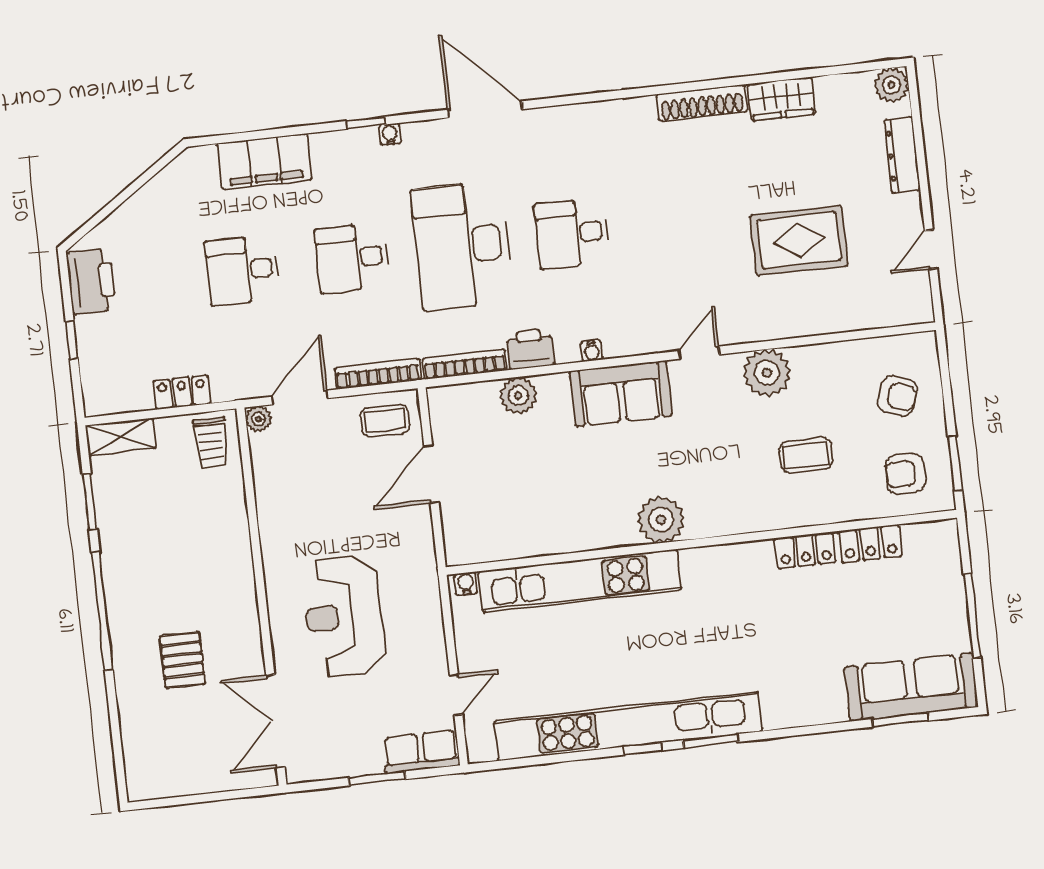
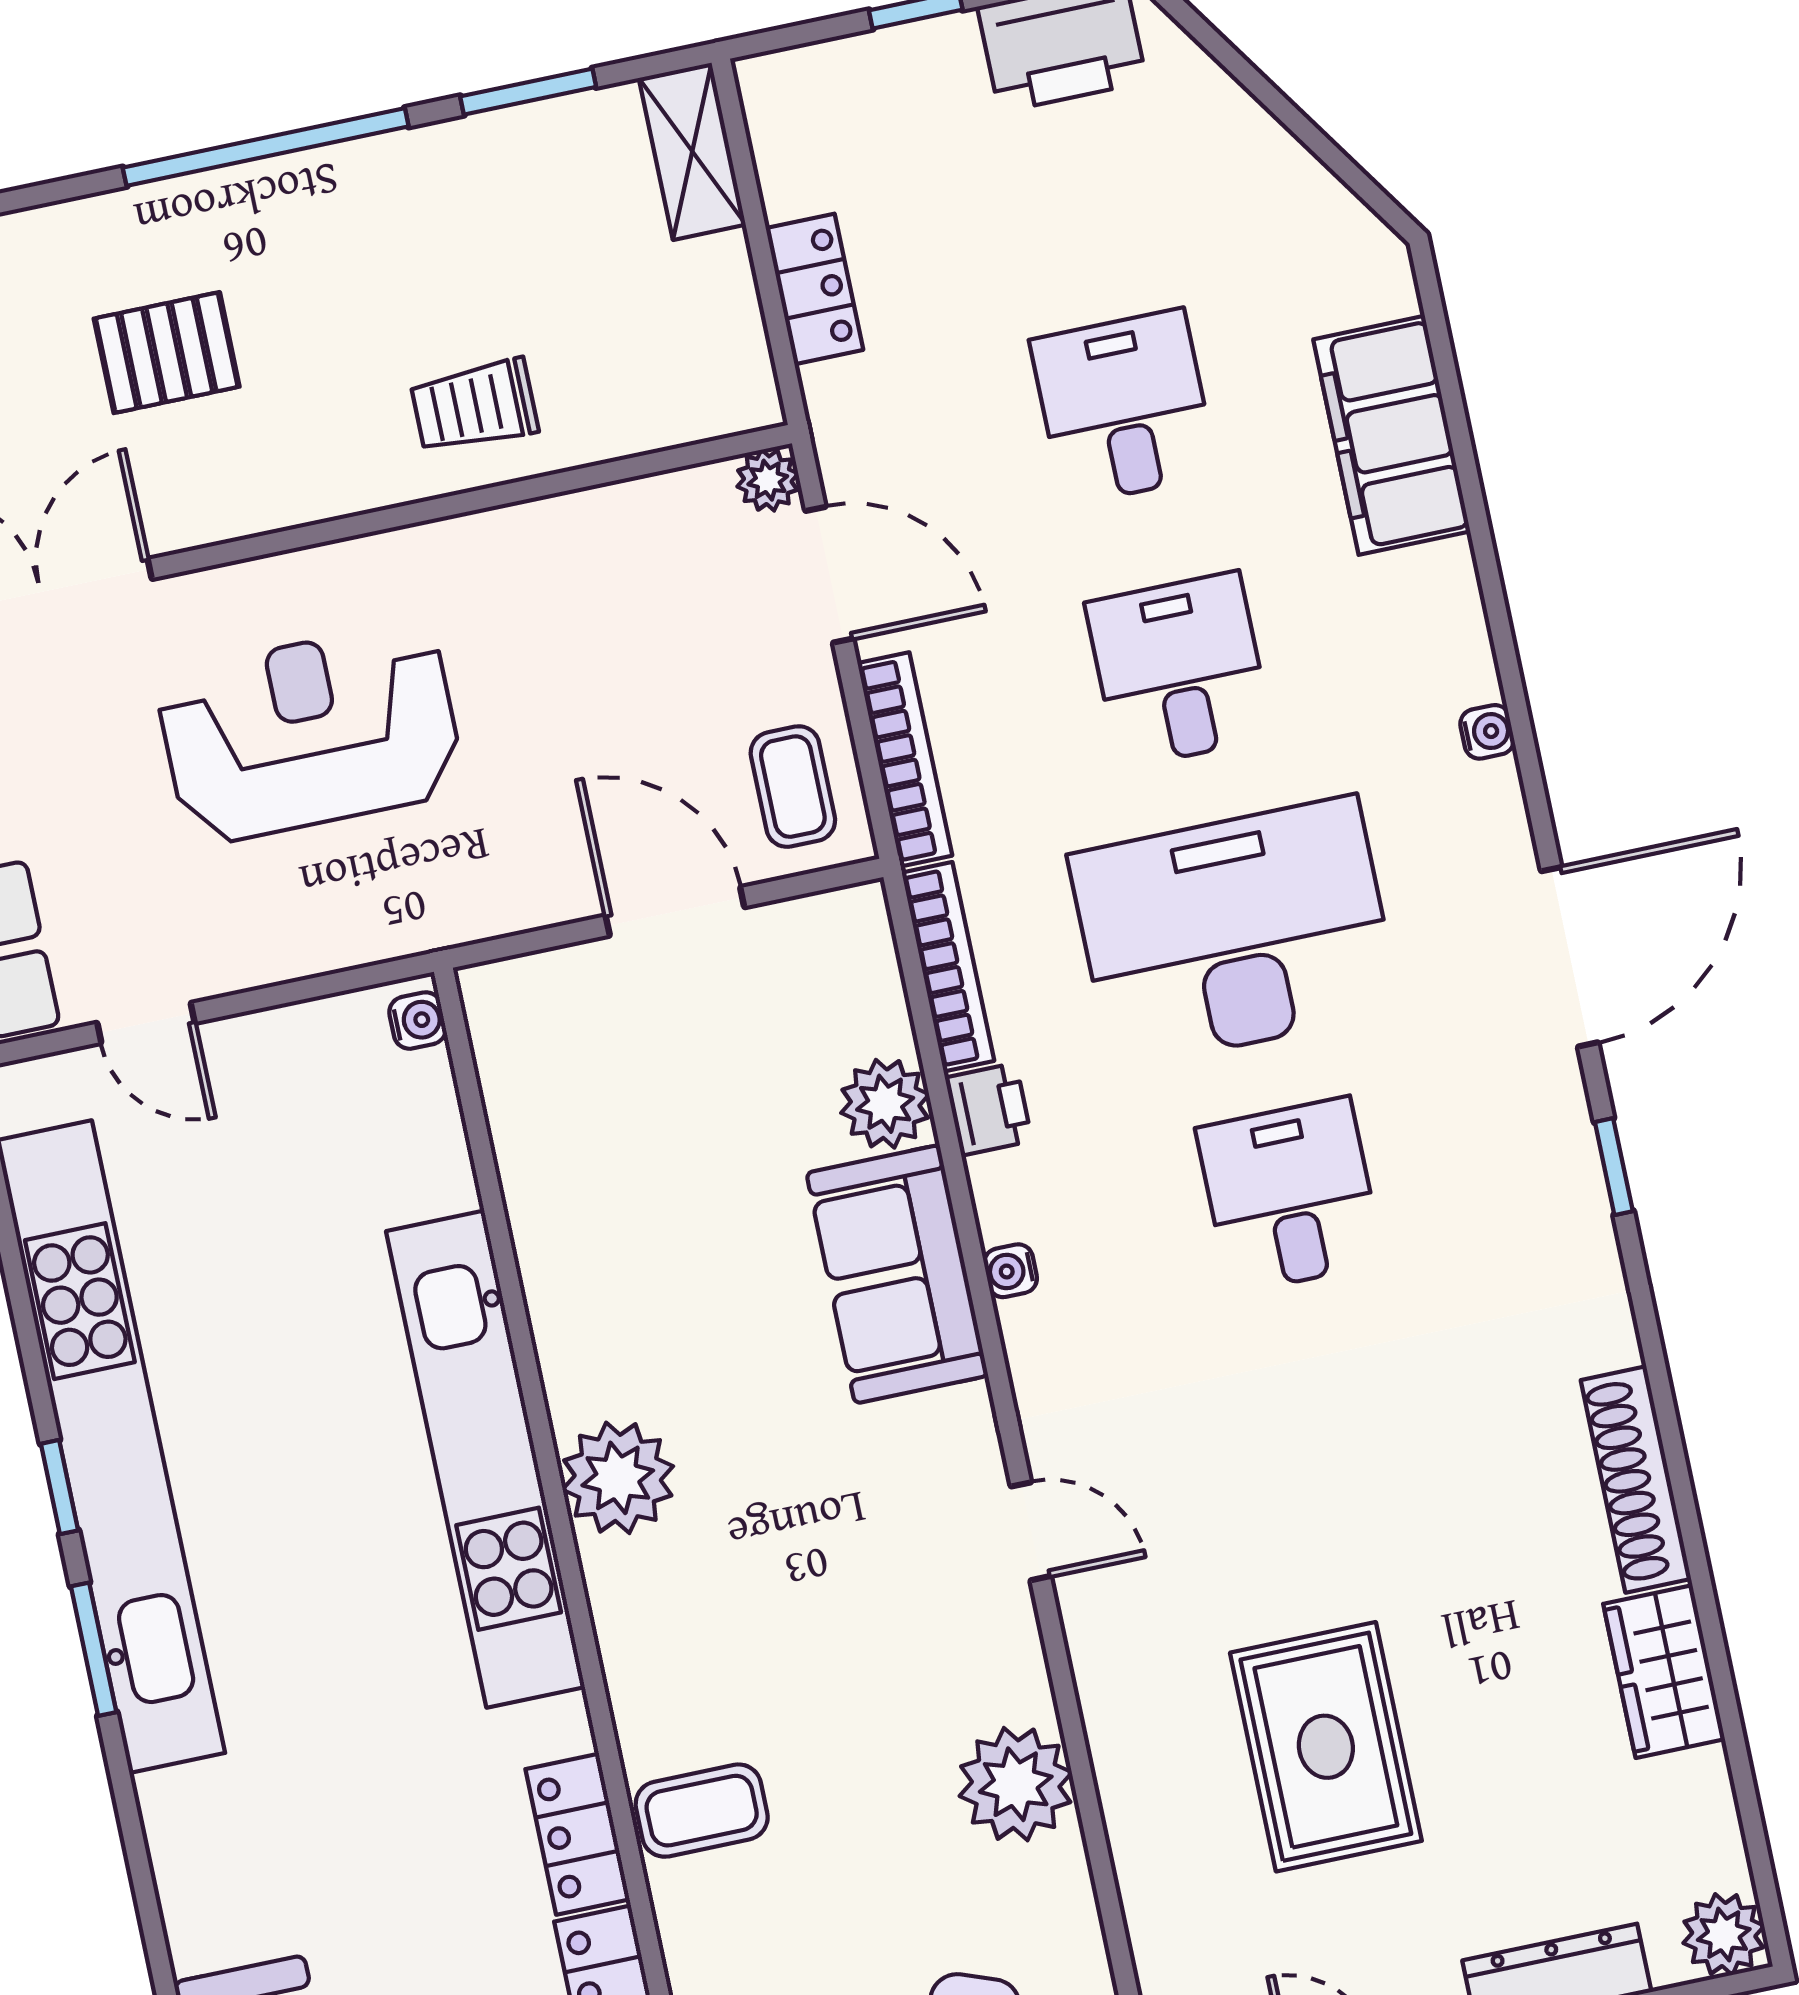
window: (366, 123) -> (1614, 1167), moved
printer: (530, 349) -> (989, 1109), width x0.73, depth x0.81
plant: (767, 373) -> (1016, 1784), moved
sofa: (621, 394) -> (897, 1274), moved
trolley: (211, 442) -> (474, 406), moved
coffee table: (806, 455) -> (702, 1811), moved, turned 90
kitchen unit: (580, 581) -> (485, 1459), moved

